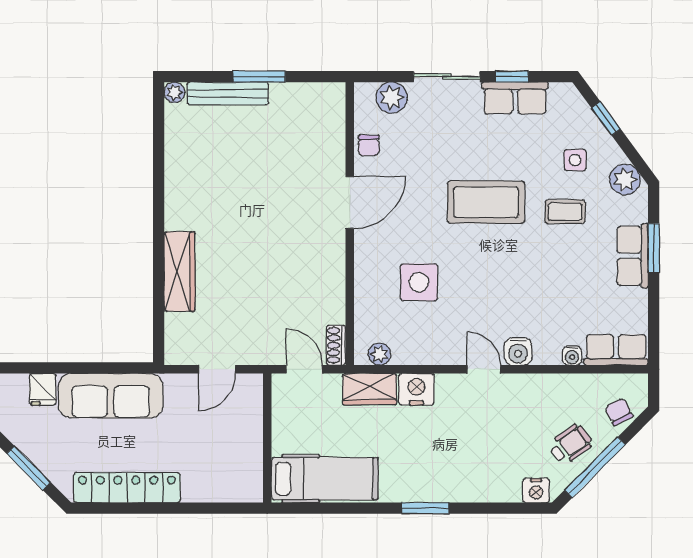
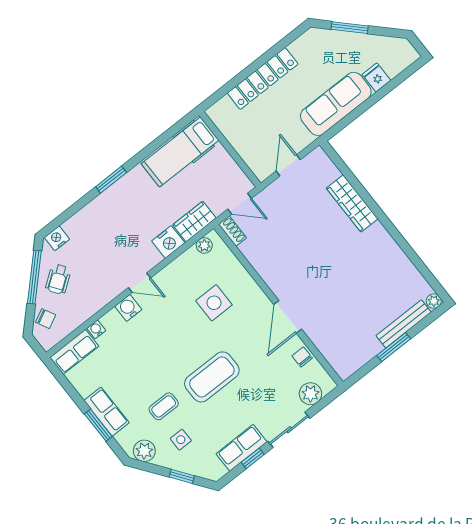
locker: (127, 488) -> (263, 78), moved

